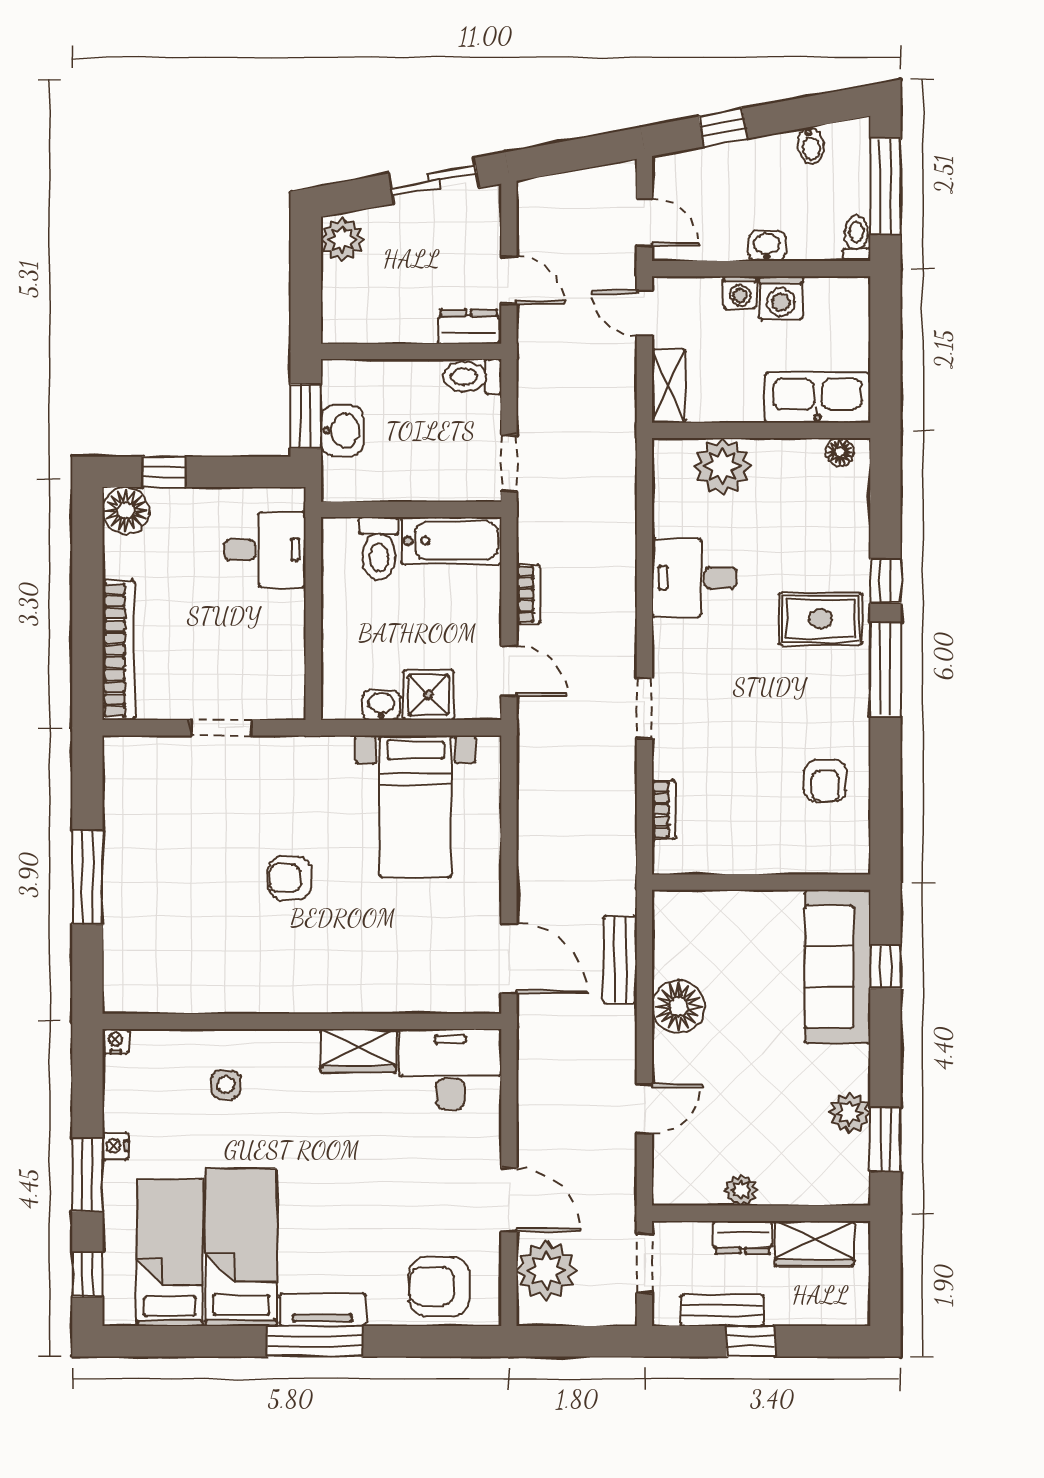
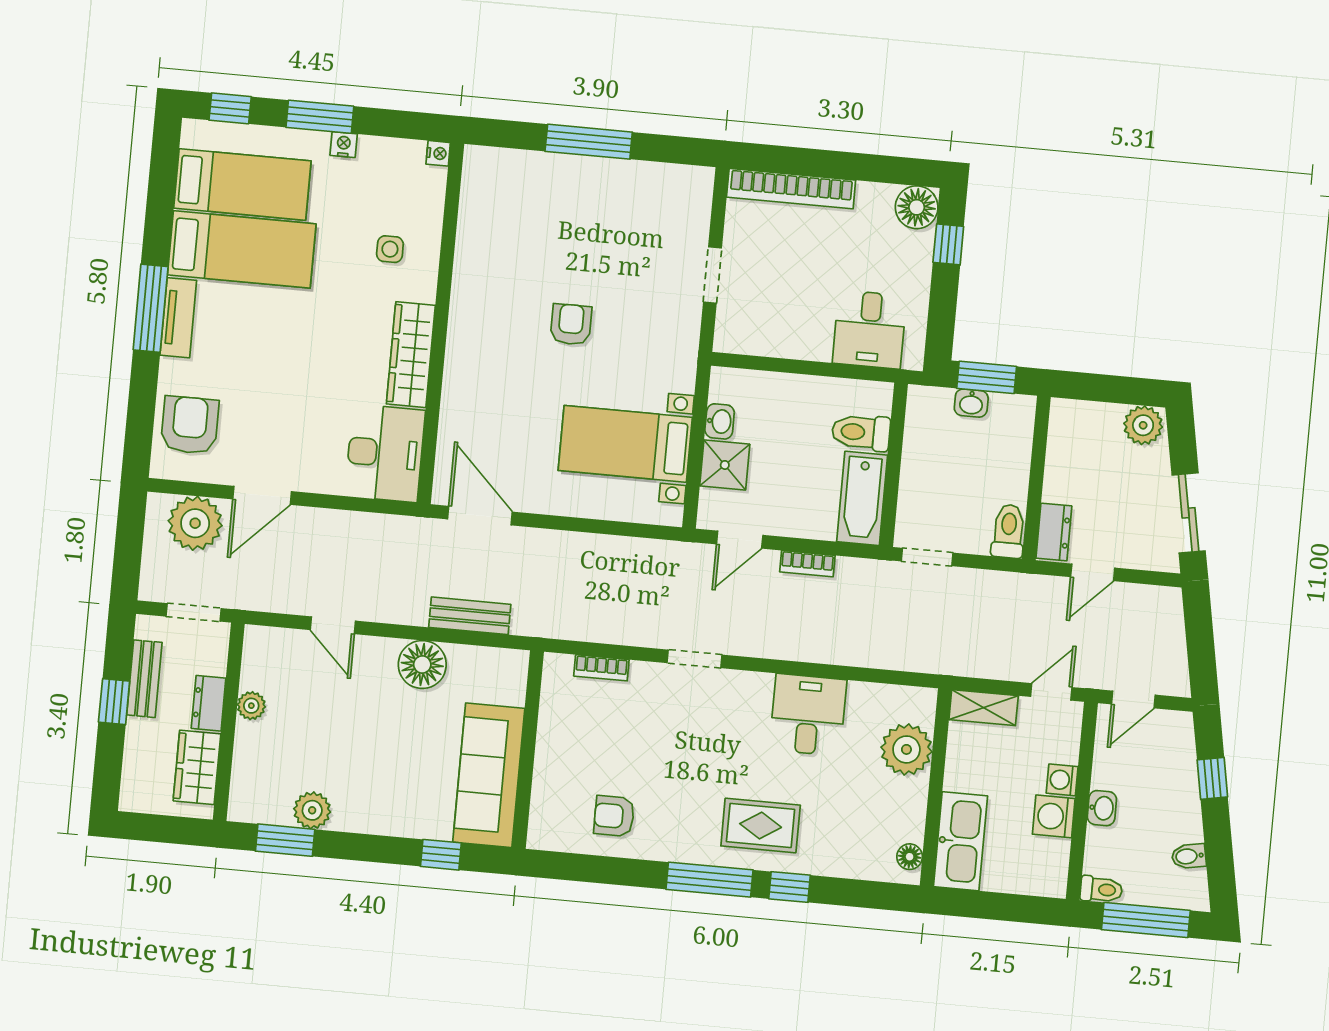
washbasin: (342, 431) -> (971, 403), width x0.72, depth x0.69
rug: (821, 619) -> (761, 825), turned 90
door: (509, 959) -> (480, 516), swing flipped
sofa: (837, 967) -> (489, 775), moved, turned -90
wardrobe: (358, 1051) -> (411, 355), width x1.50

